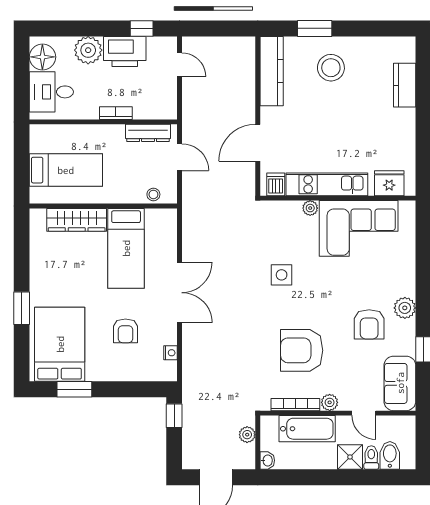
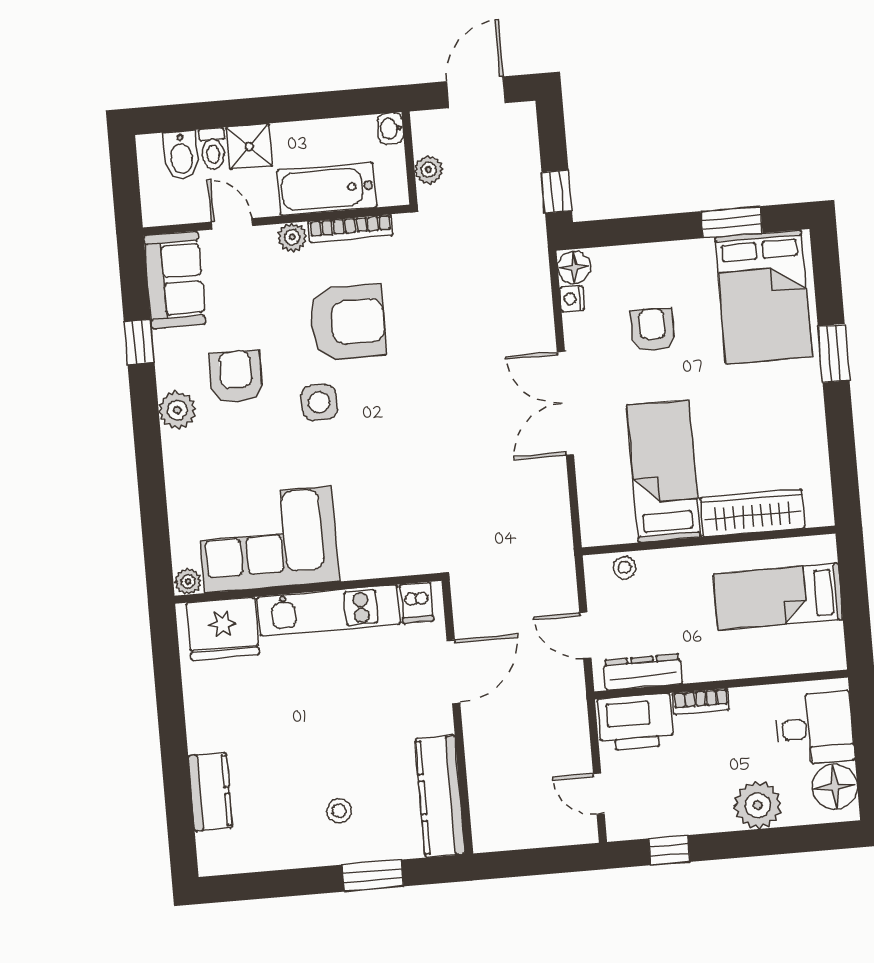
printer: (125, 52) -> (636, 722), moved, turned 180
stool: (331, 68) -> (339, 811), width x0.53, depth x0.53
fridge: (389, 183) -> (223, 629), width x1.36, depth x1.34
plant: (310, 208) -> (188, 581), moved
side table: (282, 275) -> (319, 402), moved
floor lamp: (168, 371) -> (574, 267), added

